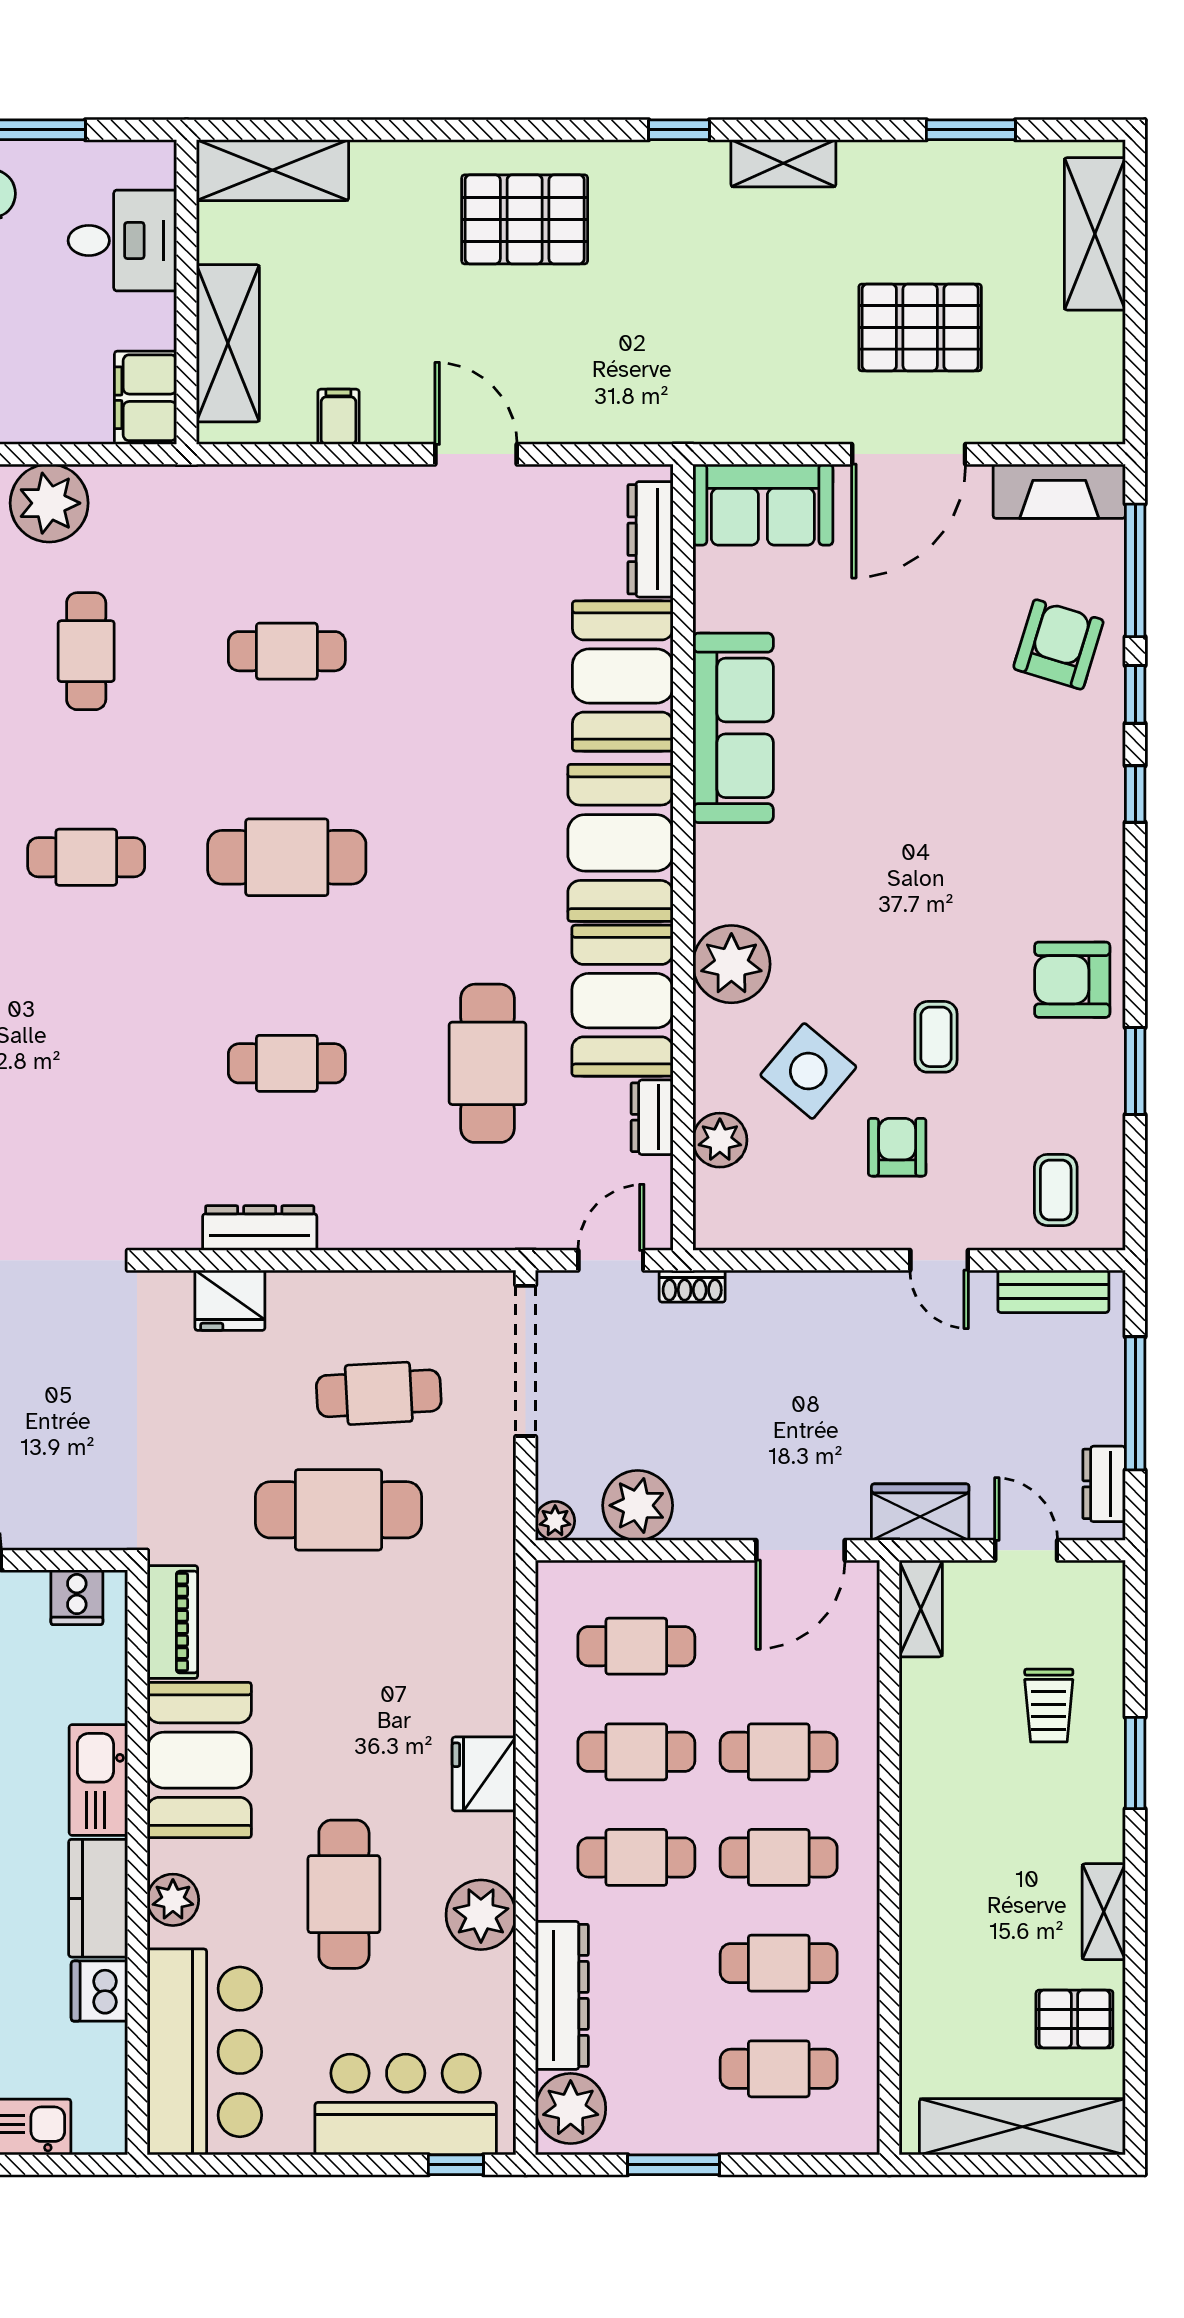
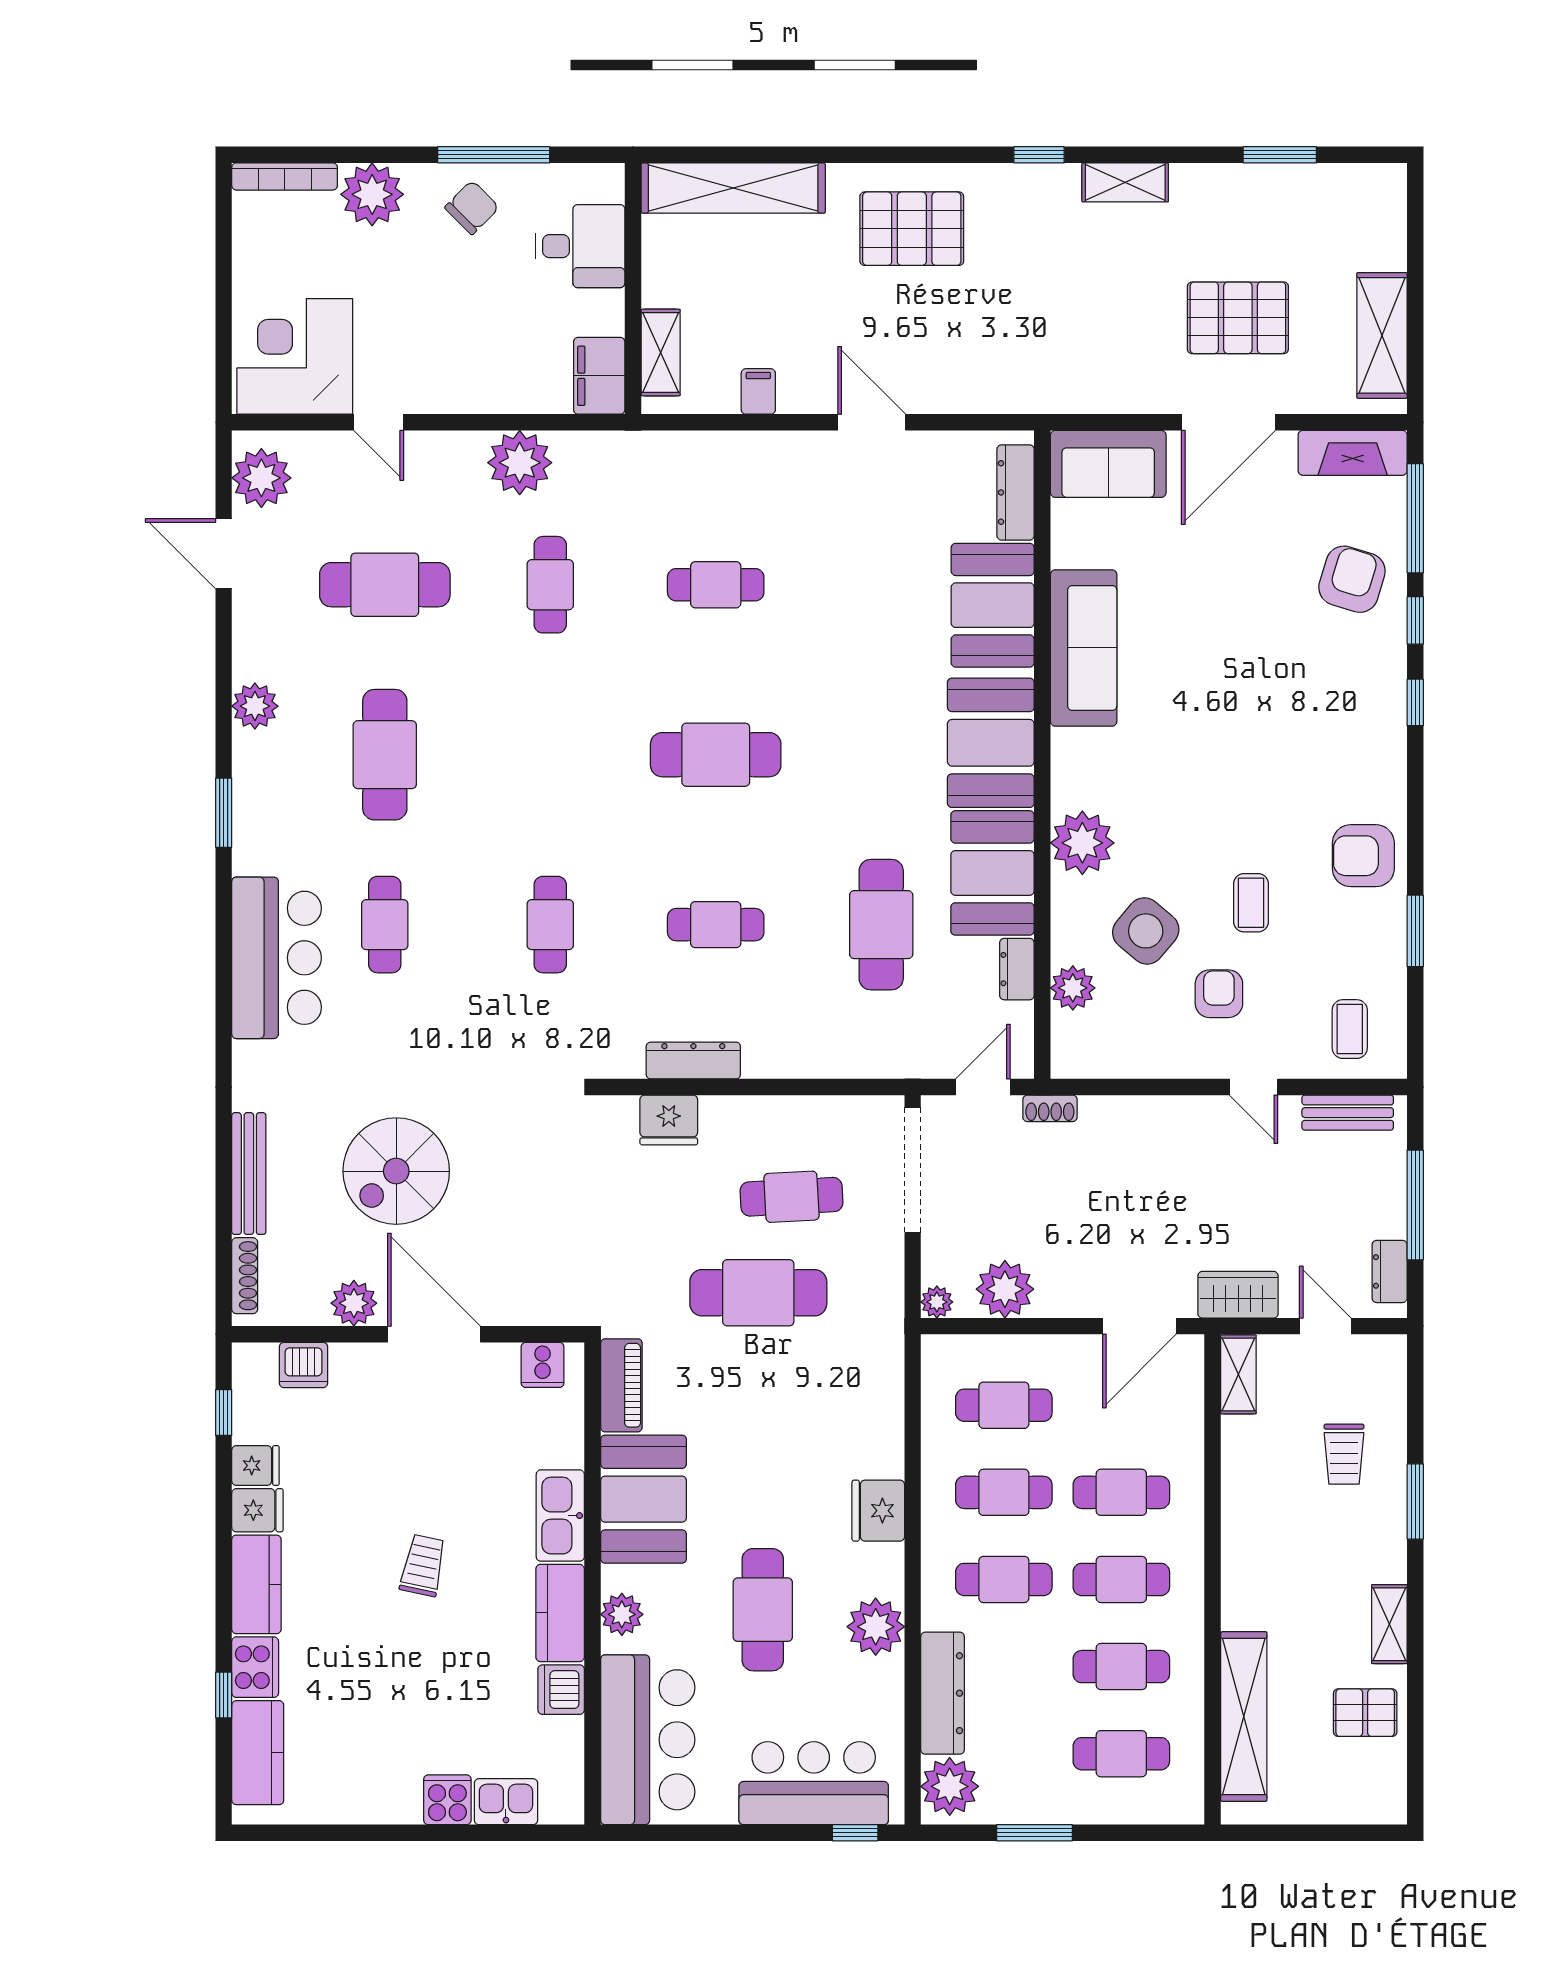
shelving: (273, 170) -> (733, 188), width x1.47
shelving: (1095, 234) -> (1382, 335), moved
shelving: (228, 343) -> (661, 352), width x0.67, depth x0.75
cafe table: (86, 857) -> (550, 925), moved, turned 90
shelving: (1022, 2127) -> (1244, 1716), moved, turned 90

